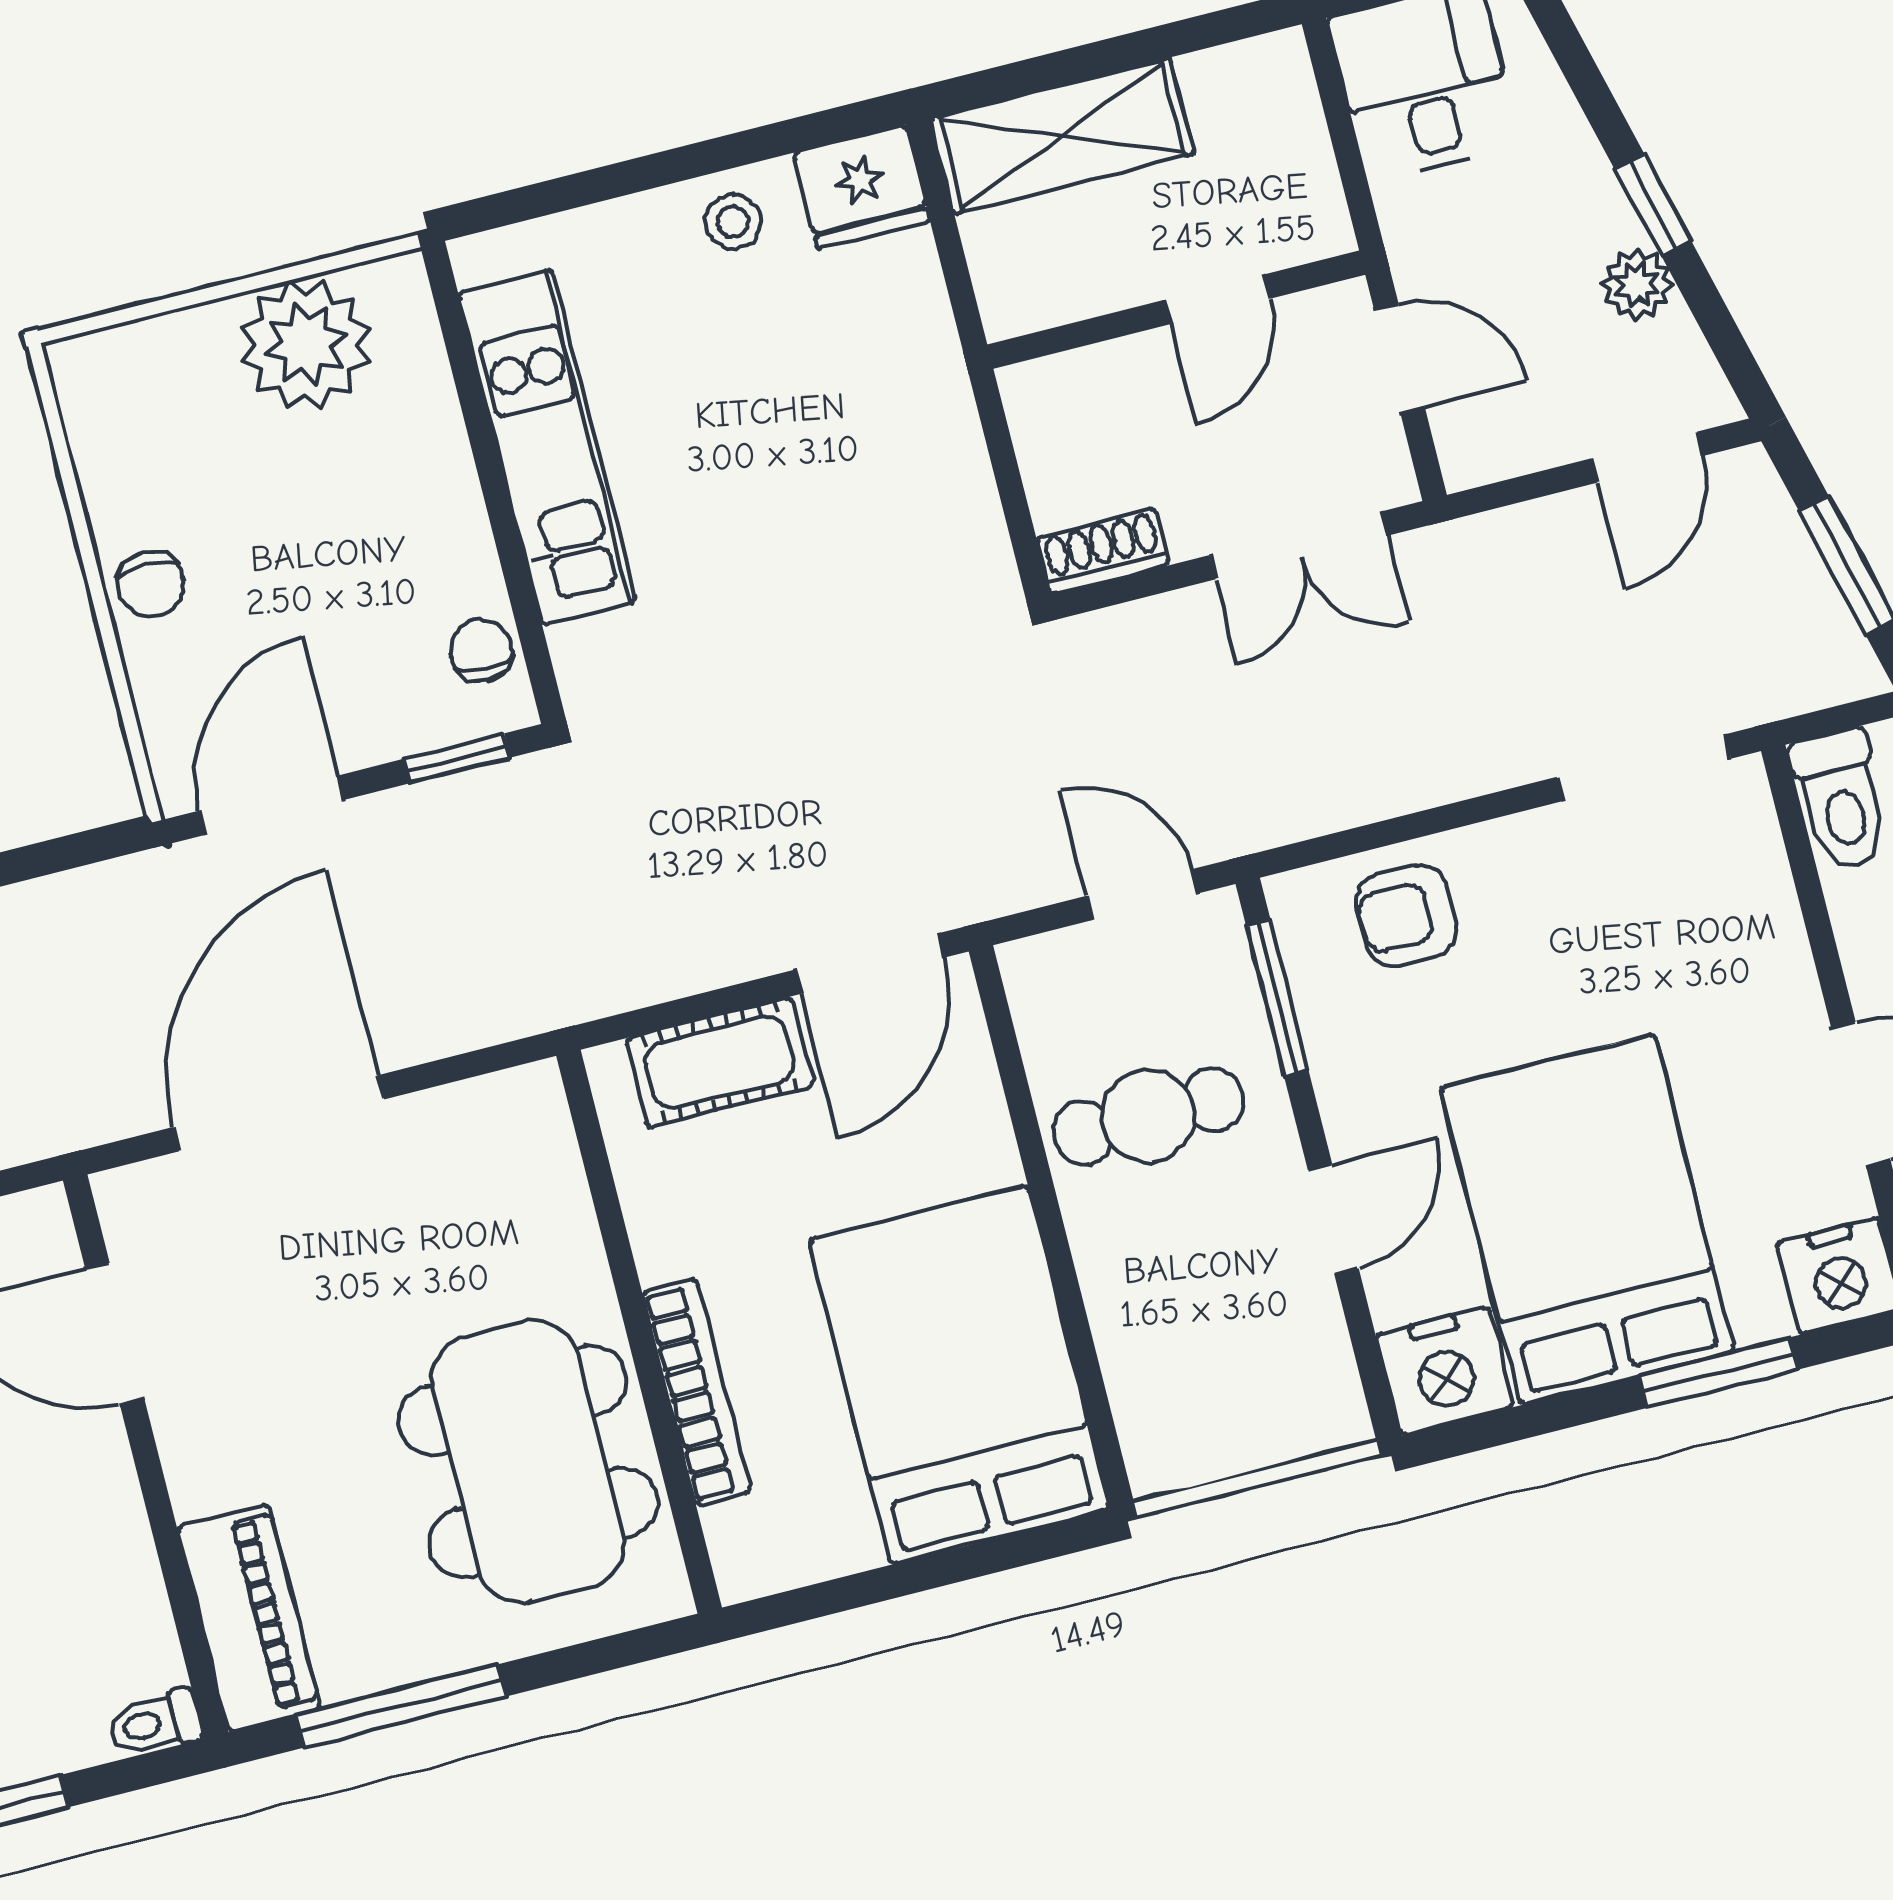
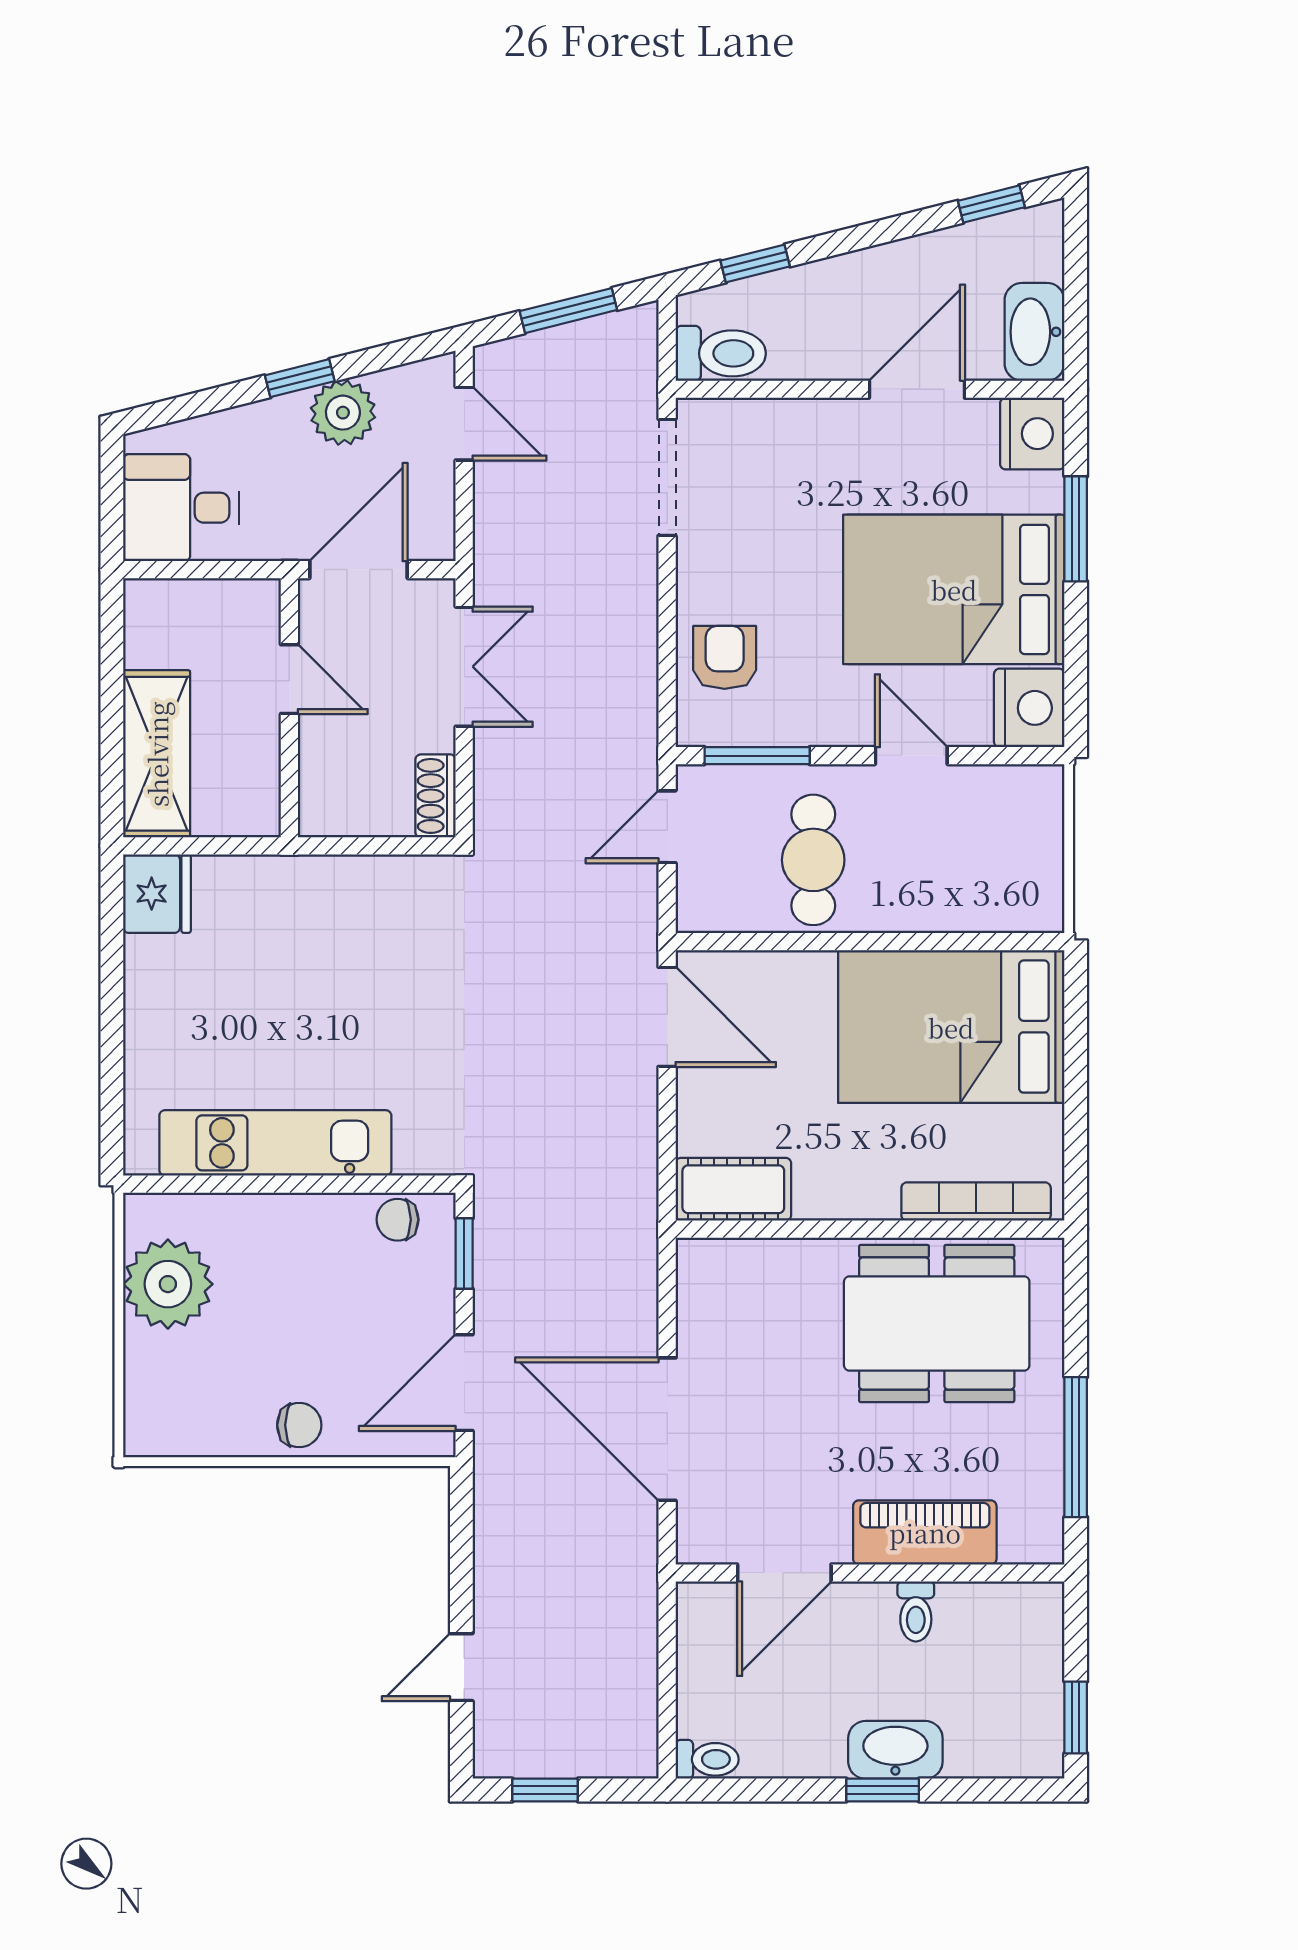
stool: (733, 222) -> (158, 984), removed
plant: (1637, 285) -> (343, 413), width x1.38, depth x1.38
door: (1399, 359) -> (359, 570), width x1.38
door: (272, 805) -> (464, 1383), hinge flipped
armchair: (1406, 916) -> (725, 657), turned 180
cot: (720, 1062) -> (733, 1189), moved, turned 90
bookcase: (696, 1392) -> (976, 1202), moved
piano: (249, 1618) -> (925, 1532), moved
toilet: (154, 1723) -> (916, 1611), moved

